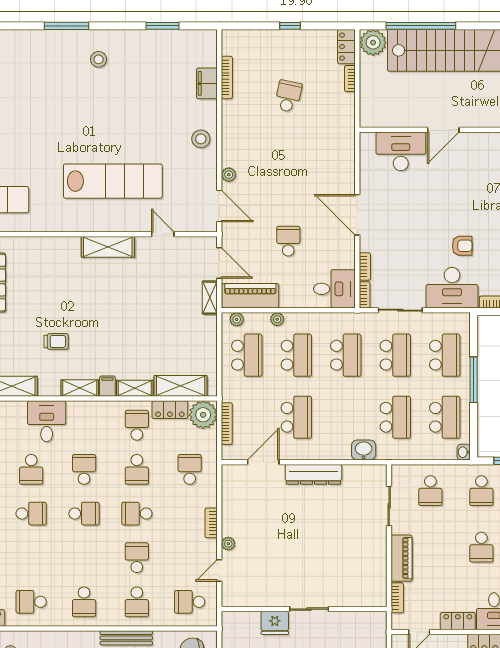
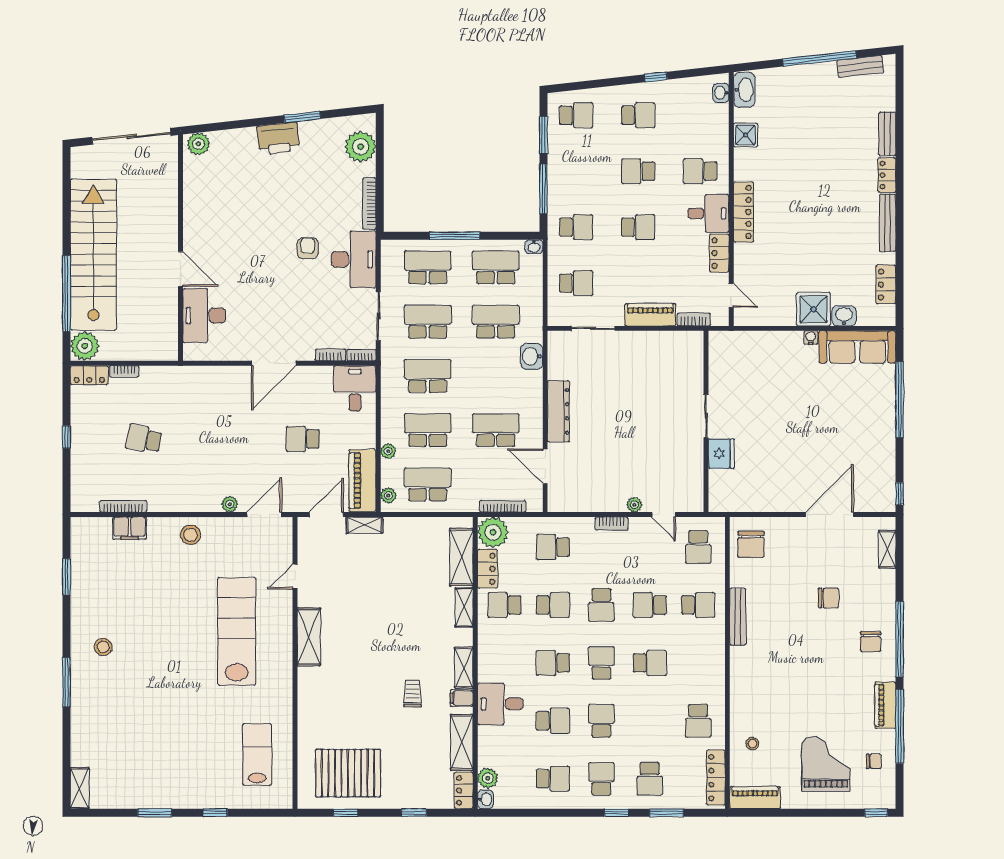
filing cabinet: (107, 386) -> (462, 698), moved
school desk: (84, 602) -> (650, 663), moved

